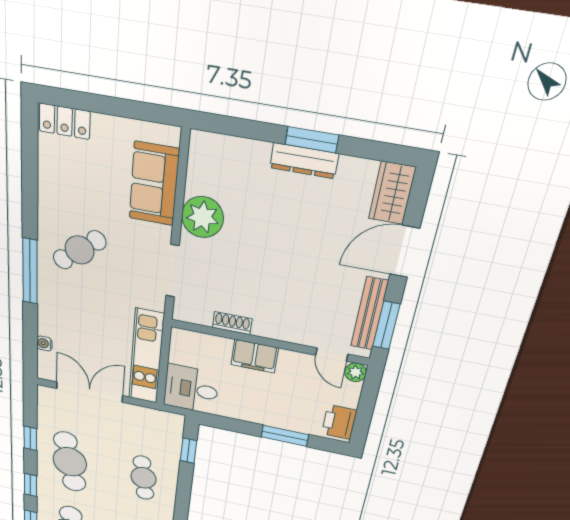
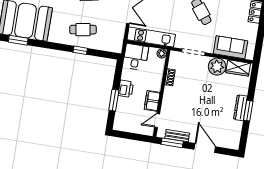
wardrobe: (392, 193) -> (238, 68), moved, turned 180
bench: (369, 314) -> (177, 136), width x0.73
filing cabinet: (255, 356) -> (152, 101), moved
plant: (356, 372) -> (162, 53), moved
printer: (339, 422) -> (126, 89), moved, turned 90
window: (189, 451) -> (80, 50), moved

